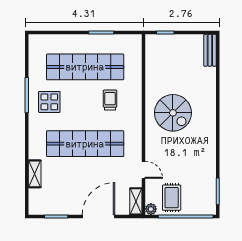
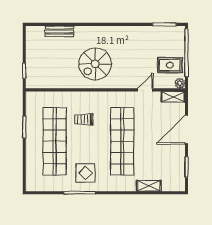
bench: (210, 50) -> (59, 31), moved
spiral stairs: (173, 113) -> (95, 64), turned 180
door: (98, 217) -> (186, 130), hinge flipped

